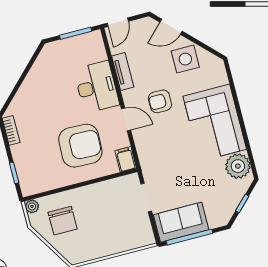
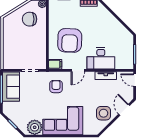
armchair: (160, 101) -> (56, 87), moved

